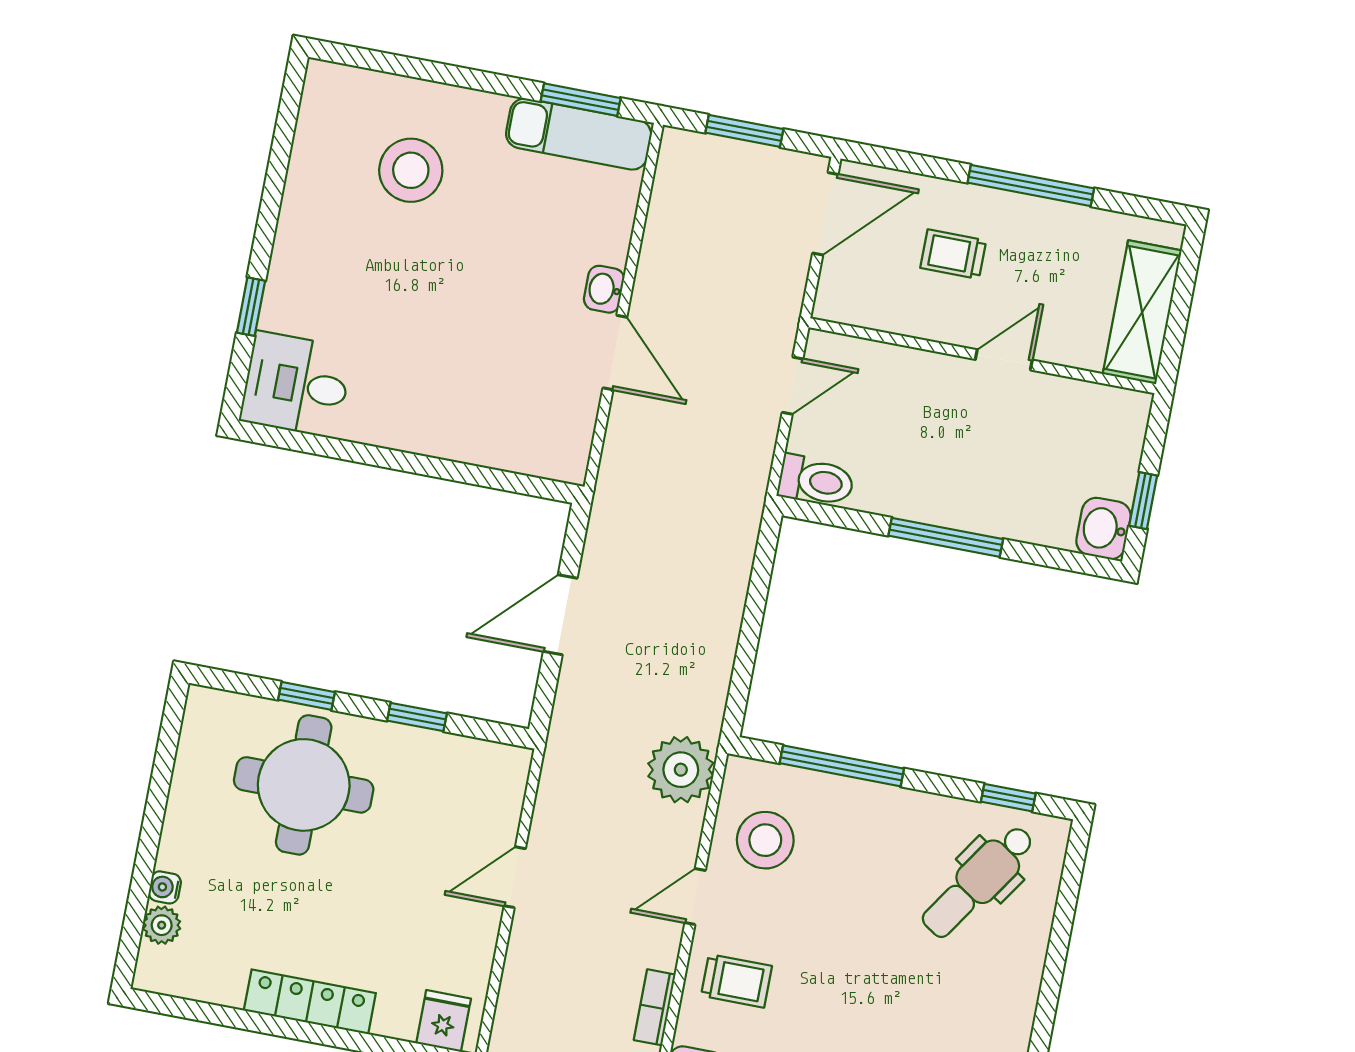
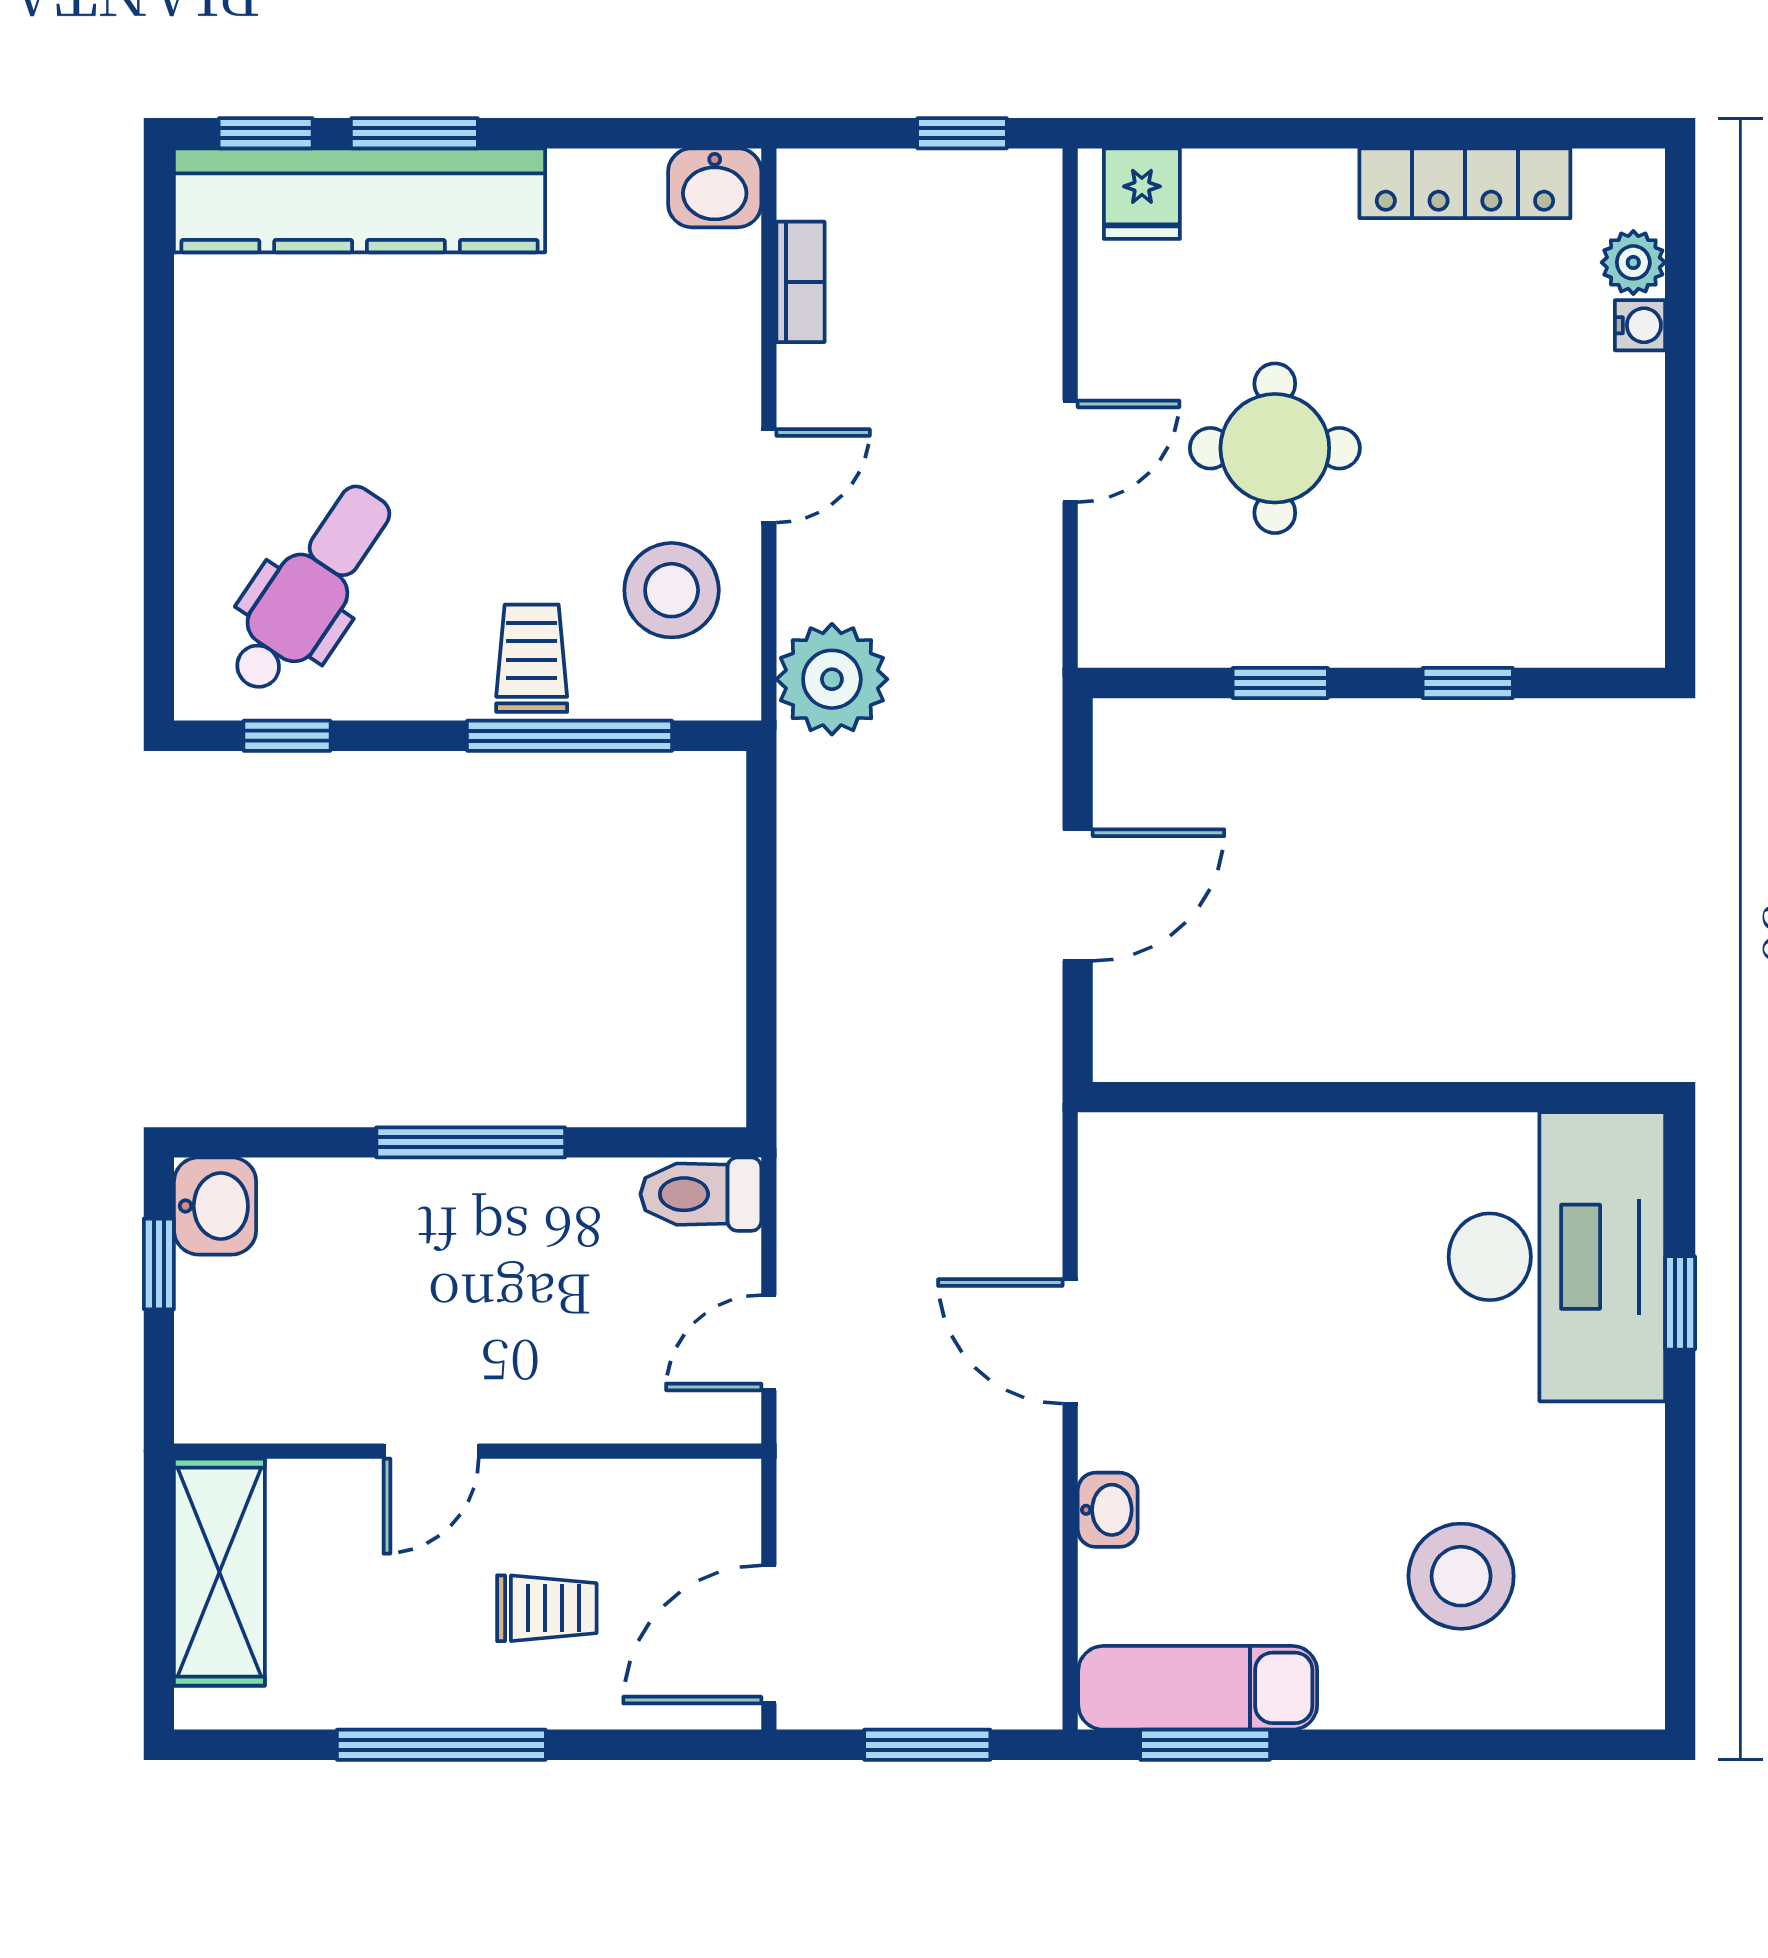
washbasin: (604, 289) -> (1108, 1510), moved
desk: (296, 385) -> (1557, 1257), width x1.87, depth x1.30
round table: (304, 785) -> (1275, 448), moved, width x0.73, depth x0.73
trolley: (736, 981) -> (532, 658), moved, turned 90
locker: (310, 1002) -> (1465, 183), moved

